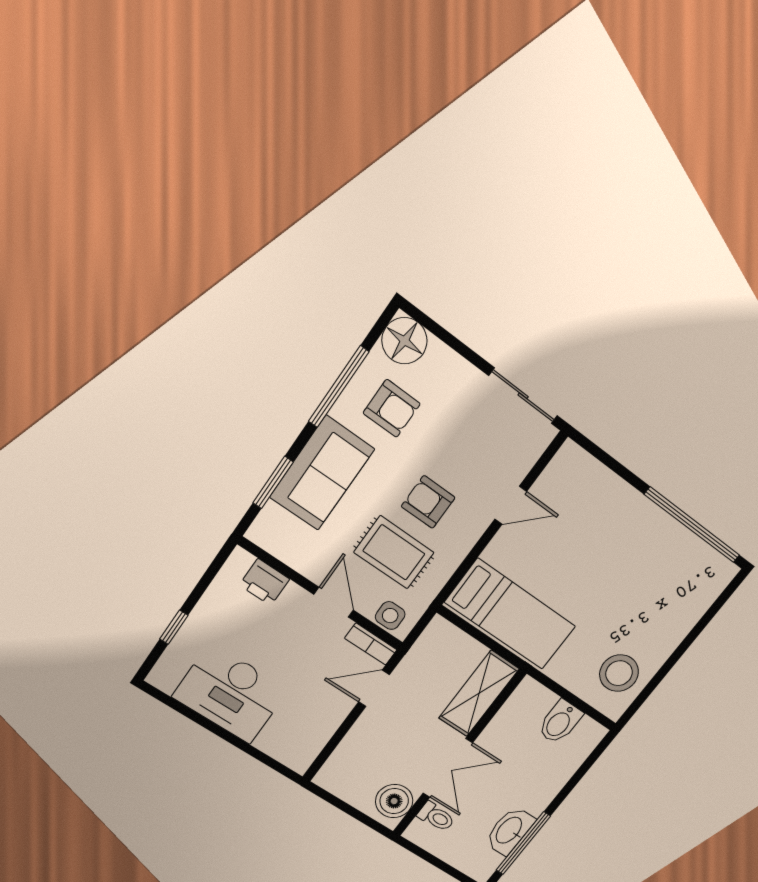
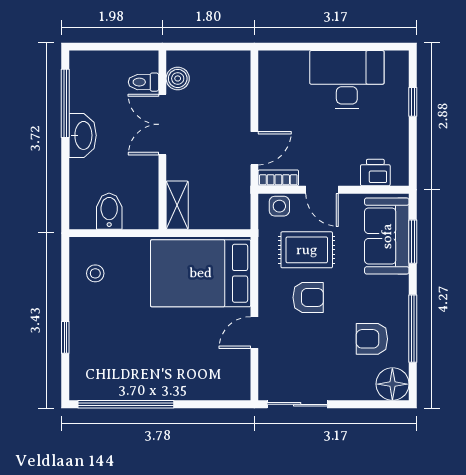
sofa: (322, 473) -> (387, 236), moved
bed: (510, 614) -> (201, 273), width x1.50
window: (695, 632) -> (65, 337), added
stool: (619, 673) -> (95, 273), width x0.53, depth x0.53
shelving: (479, 694) -> (177, 205), width x0.67, depth x0.75
boiler: (394, 801) -> (178, 78), width x0.73, depth x0.73
washbasin: (510, 831) -> (83, 135), moved

